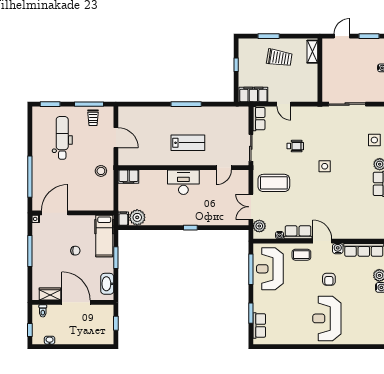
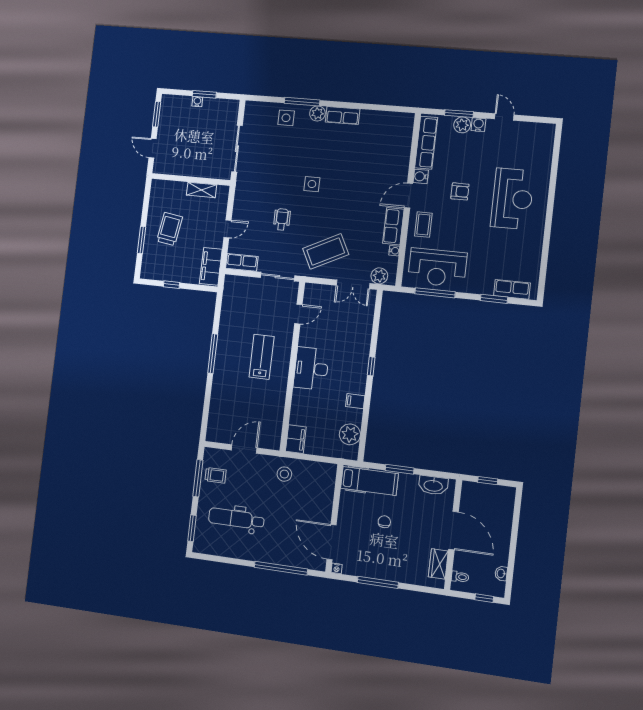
shelving: (312, 52) -> (202, 190), moved
door: (224, 168) -> (298, 314), hinge flipped
coffee table: (274, 183) -> (326, 251), turned 63
filing cabinet: (123, 219) -> (355, 401), moved
door: (76, 302) -> (454, 531), swing flipped
reception desk: (327, 318) -> (512, 199), turned -90

